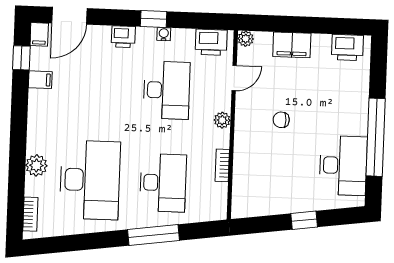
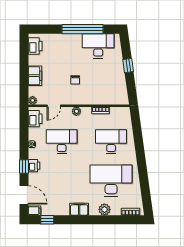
window: (154, 19) -> (24, 166), moved
door: (234, 78) -> (54, 106), swing flipped
filing cabinet: (40, 80) -> (79, 209), moved, width x2.00
window: (154, 235) -> (139, 146), removed

